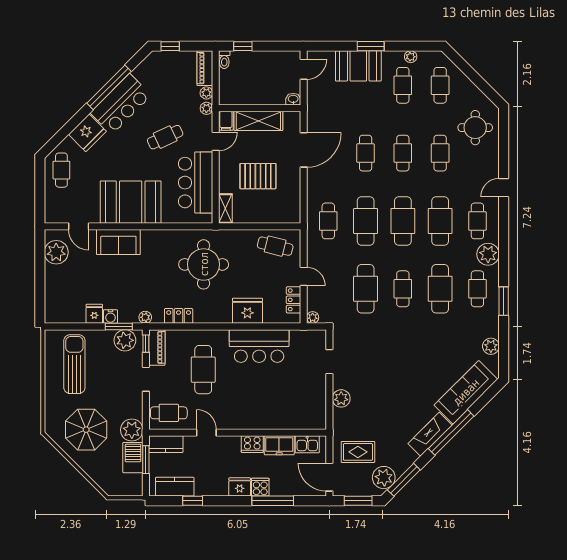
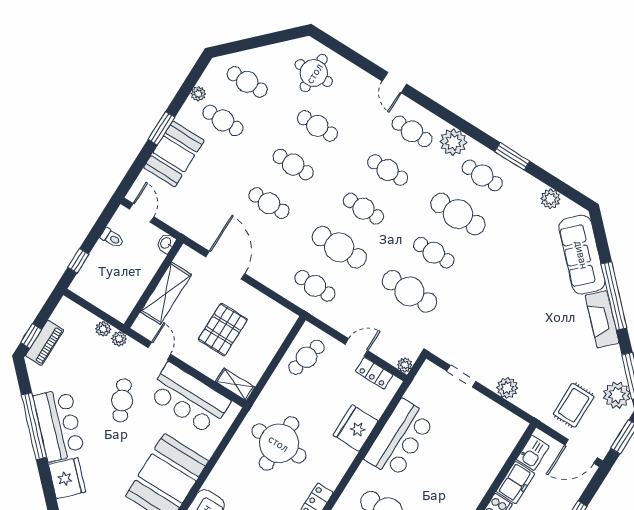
toilet: (224, 60) -> (112, 238), moved
piano: (205, 68) -> (45, 343), moved, turned -90
filing cabinet: (226, 121) -> (145, 327), removed
cafe table: (403, 221) -> (363, 209), width x0.73, depth x0.74
cafe table: (440, 221) -> (388, 170), width x0.73, depth x0.74

